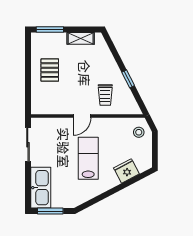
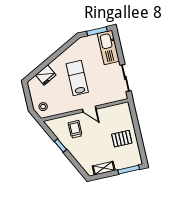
pallet: (50, 70) -> (122, 139), turned 90
door: (82, 116) -> (89, 109), swing flipped
lab bench: (88, 158) -> (77, 78), turned 180

